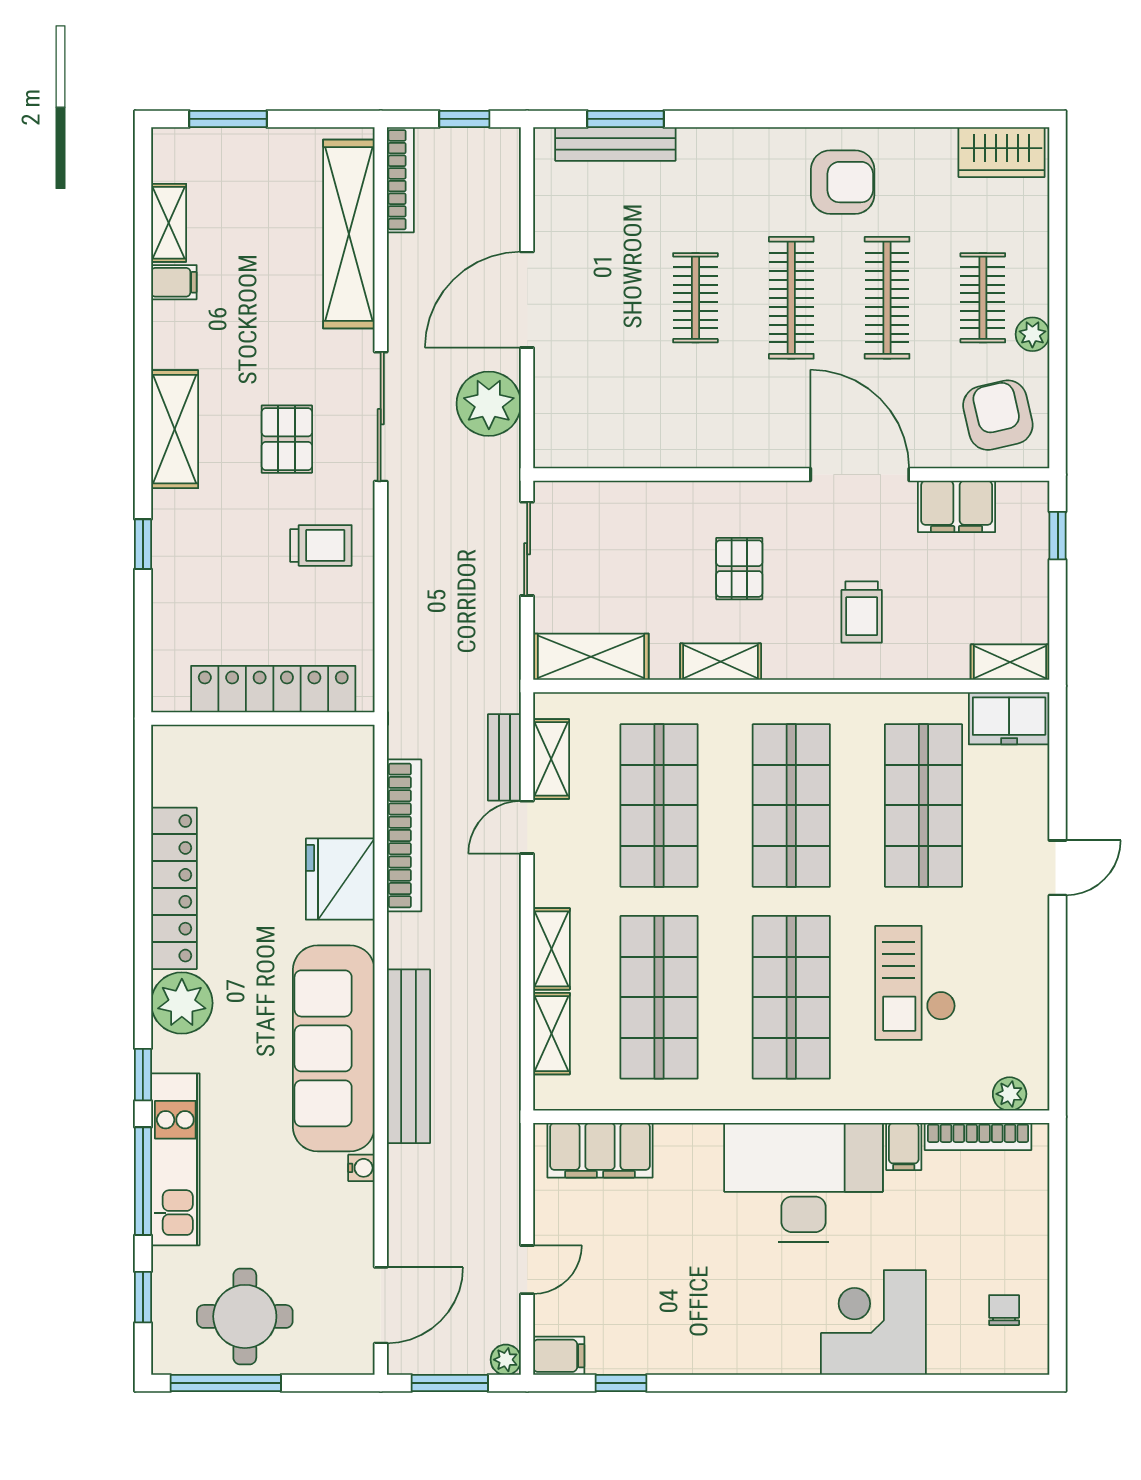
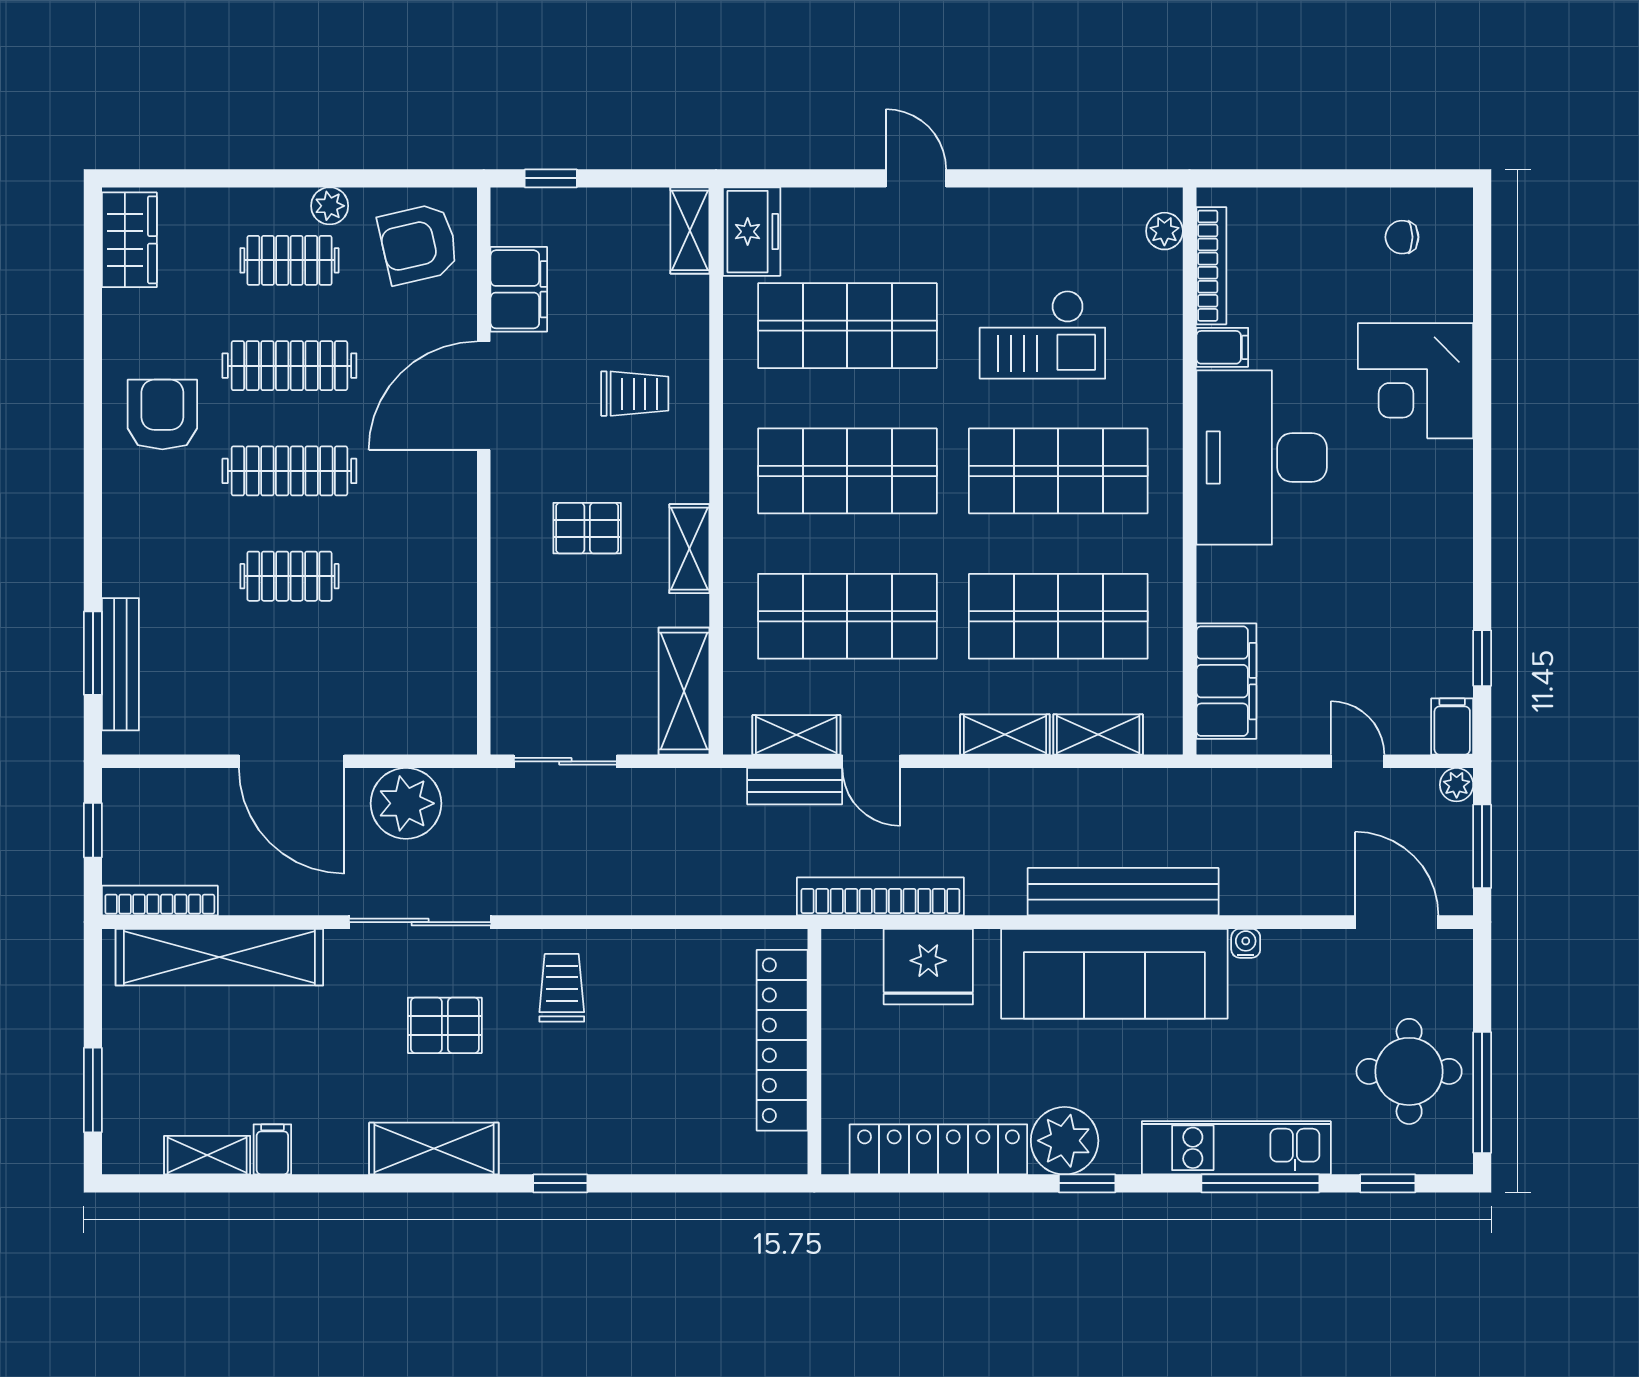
locker: (273, 689) -> (782, 1040), moved
wall: (263, 718) -> (814, 1052), moved
window: (143, 1075) -> (1087, 1183), moved

